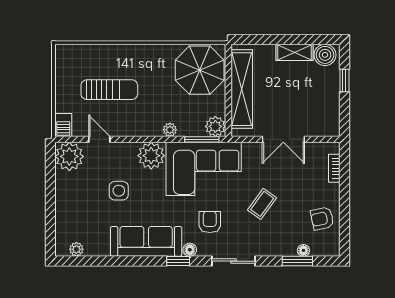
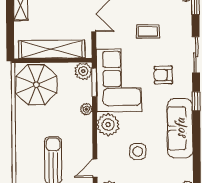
coffee table: (262, 204) -> (148, 31), turned -36
floor lamp: (190, 250) -> (187, 92), removed

